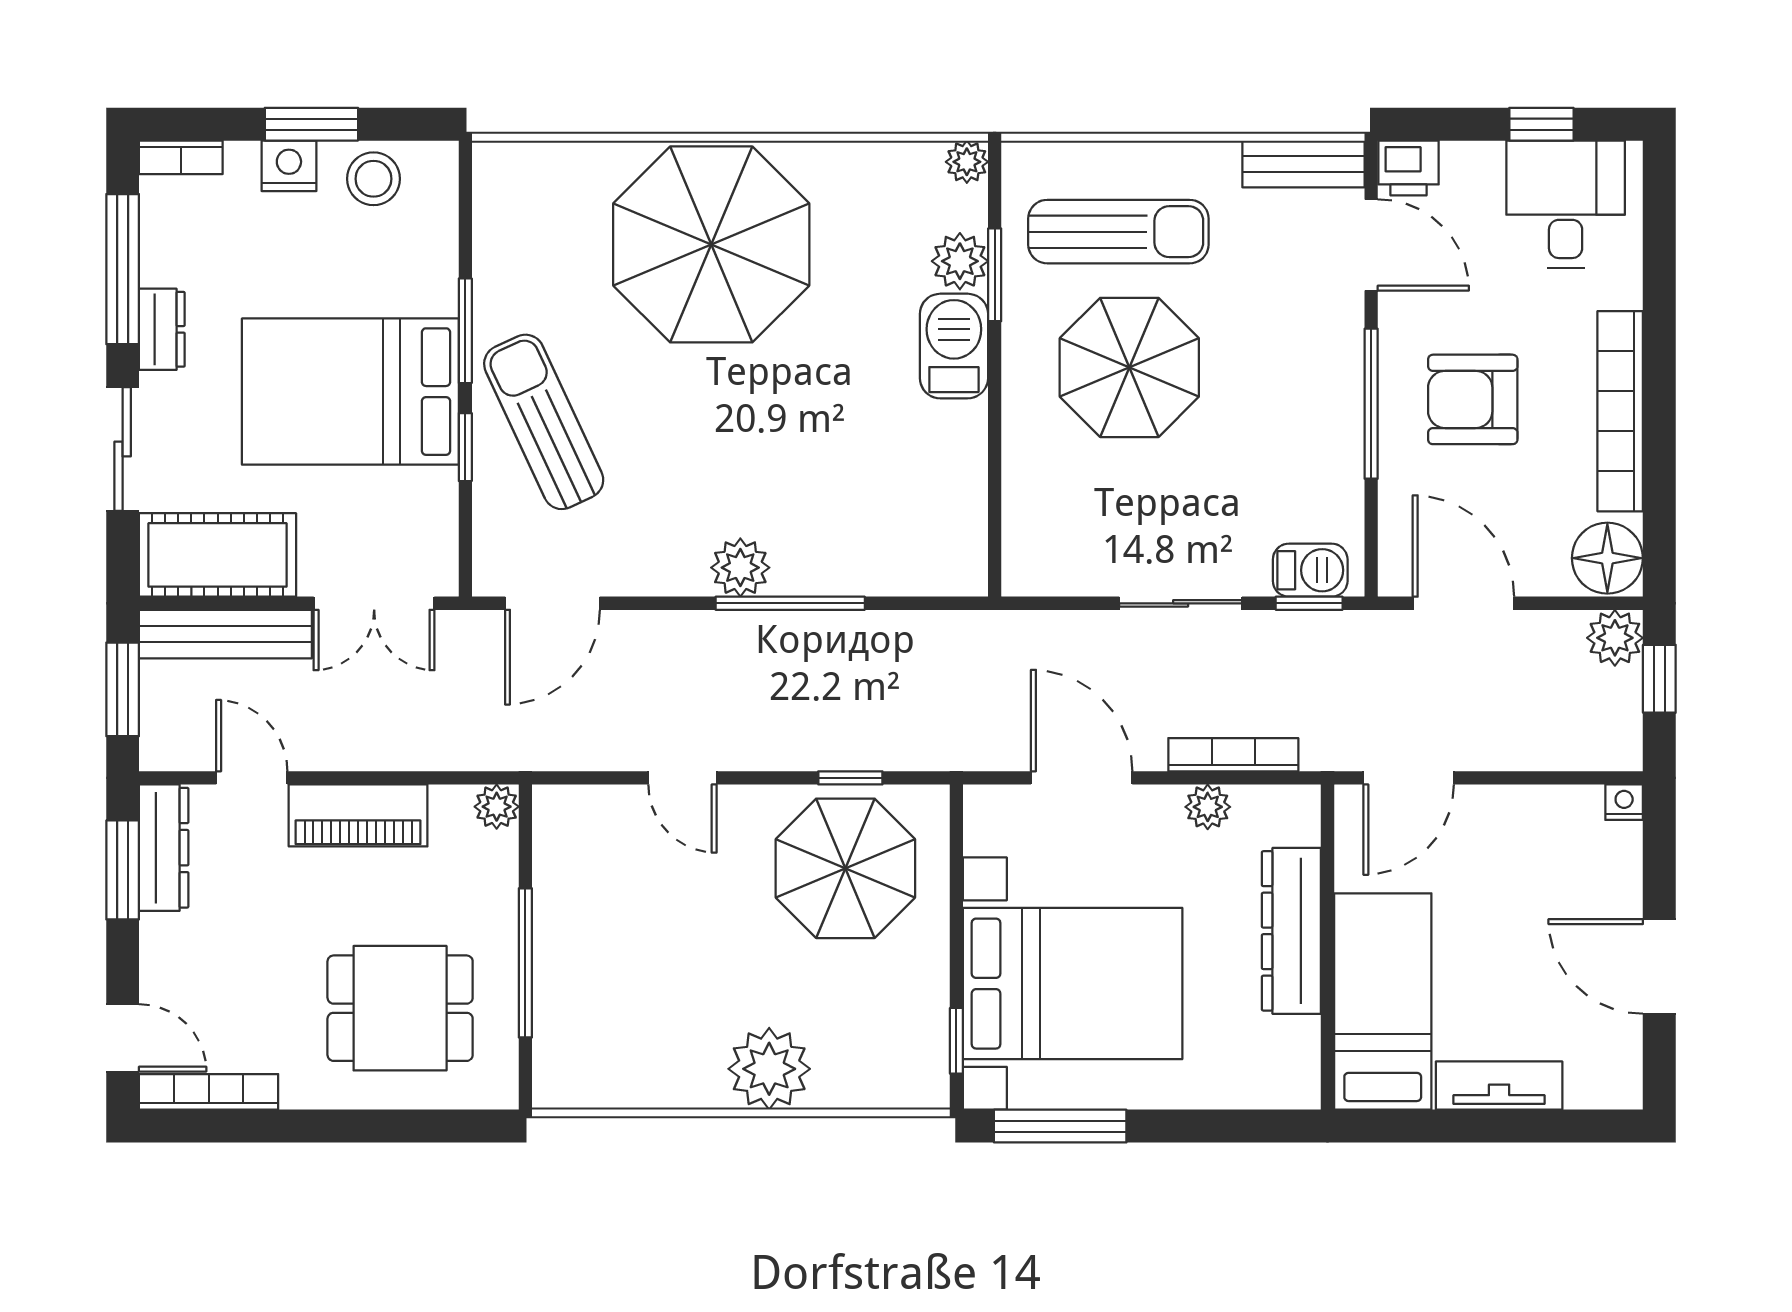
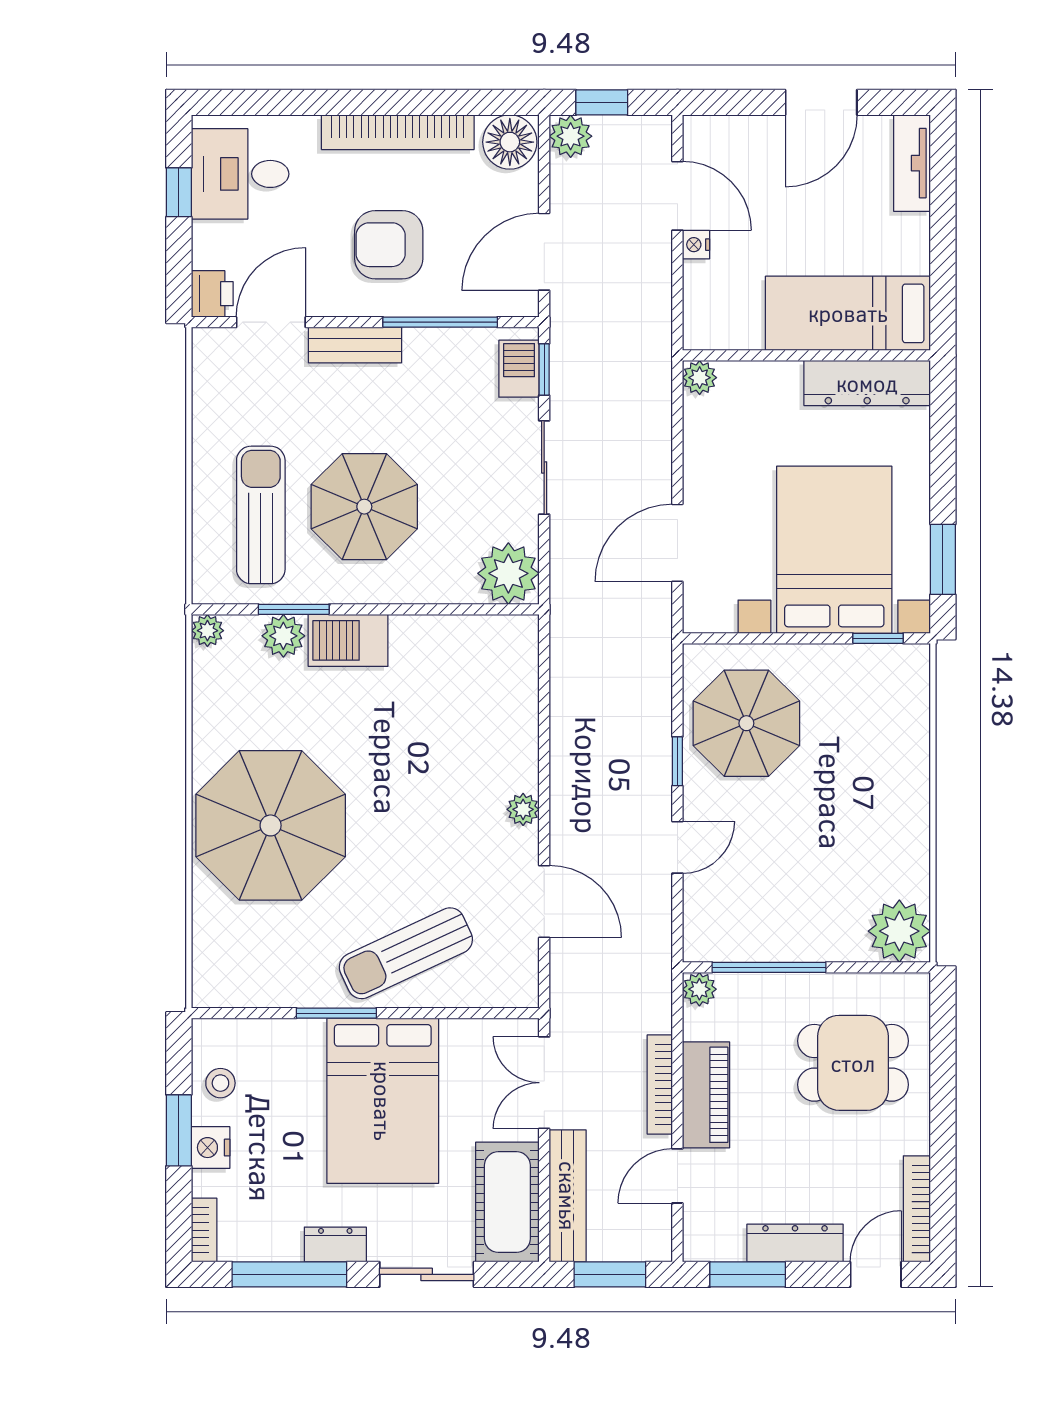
bench: (1303, 164) -> (355, 345), moved, turned 90
stool: (373, 179) -> (220, 1083), width x0.73, depth x0.73
armchair: (1473, 399) -> (389, 245), turned 90
window: (1371, 404) -> (440, 322), moved
window: (465, 447) -> (425, 1013), removed
plant: (1042, 556) -> (508, 573), added
plant: (740, 568) -> (523, 809), width x0.73, depth x0.73
double door: (374, 603) -> (544, 1083), swing flipped
door: (552, 603) -> (544, 902), moved
window: (790, 603) -> (544, 765), removed
bookcase: (1233, 755) -> (660, 1084), moved
window: (850, 778) -> (677, 761), moved
door: (1409, 778) -> (677, 196), moved
nightstand: (1624, 802) -> (696, 245), moved
plant: (1208, 807) -> (700, 378), moved
dresser: (164, 848) -> (795, 1243), moved
dresser: (1291, 931) -> (867, 383), moved
window: (525, 963) -> (769, 967), moved
dining table: (400, 1008) -> (853, 1063), turned 90
plant: (769, 1069) -> (899, 931), moved
tv unit: (1499, 1086) -> (912, 163), moved
window: (1060, 1126) -> (943, 559), width x0.69

